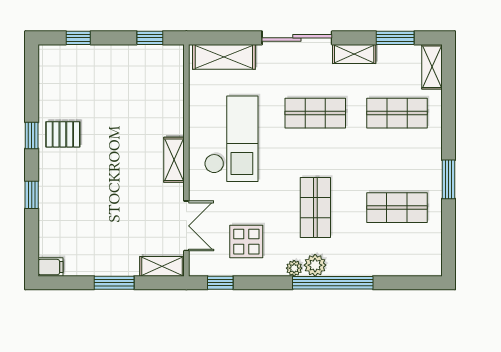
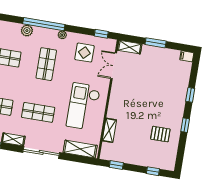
pallet: (63, 134) -> (160, 134), moved
shelving: (174, 160) -> (109, 130), moved
plant: (315, 265) -> (27, 31), moved

